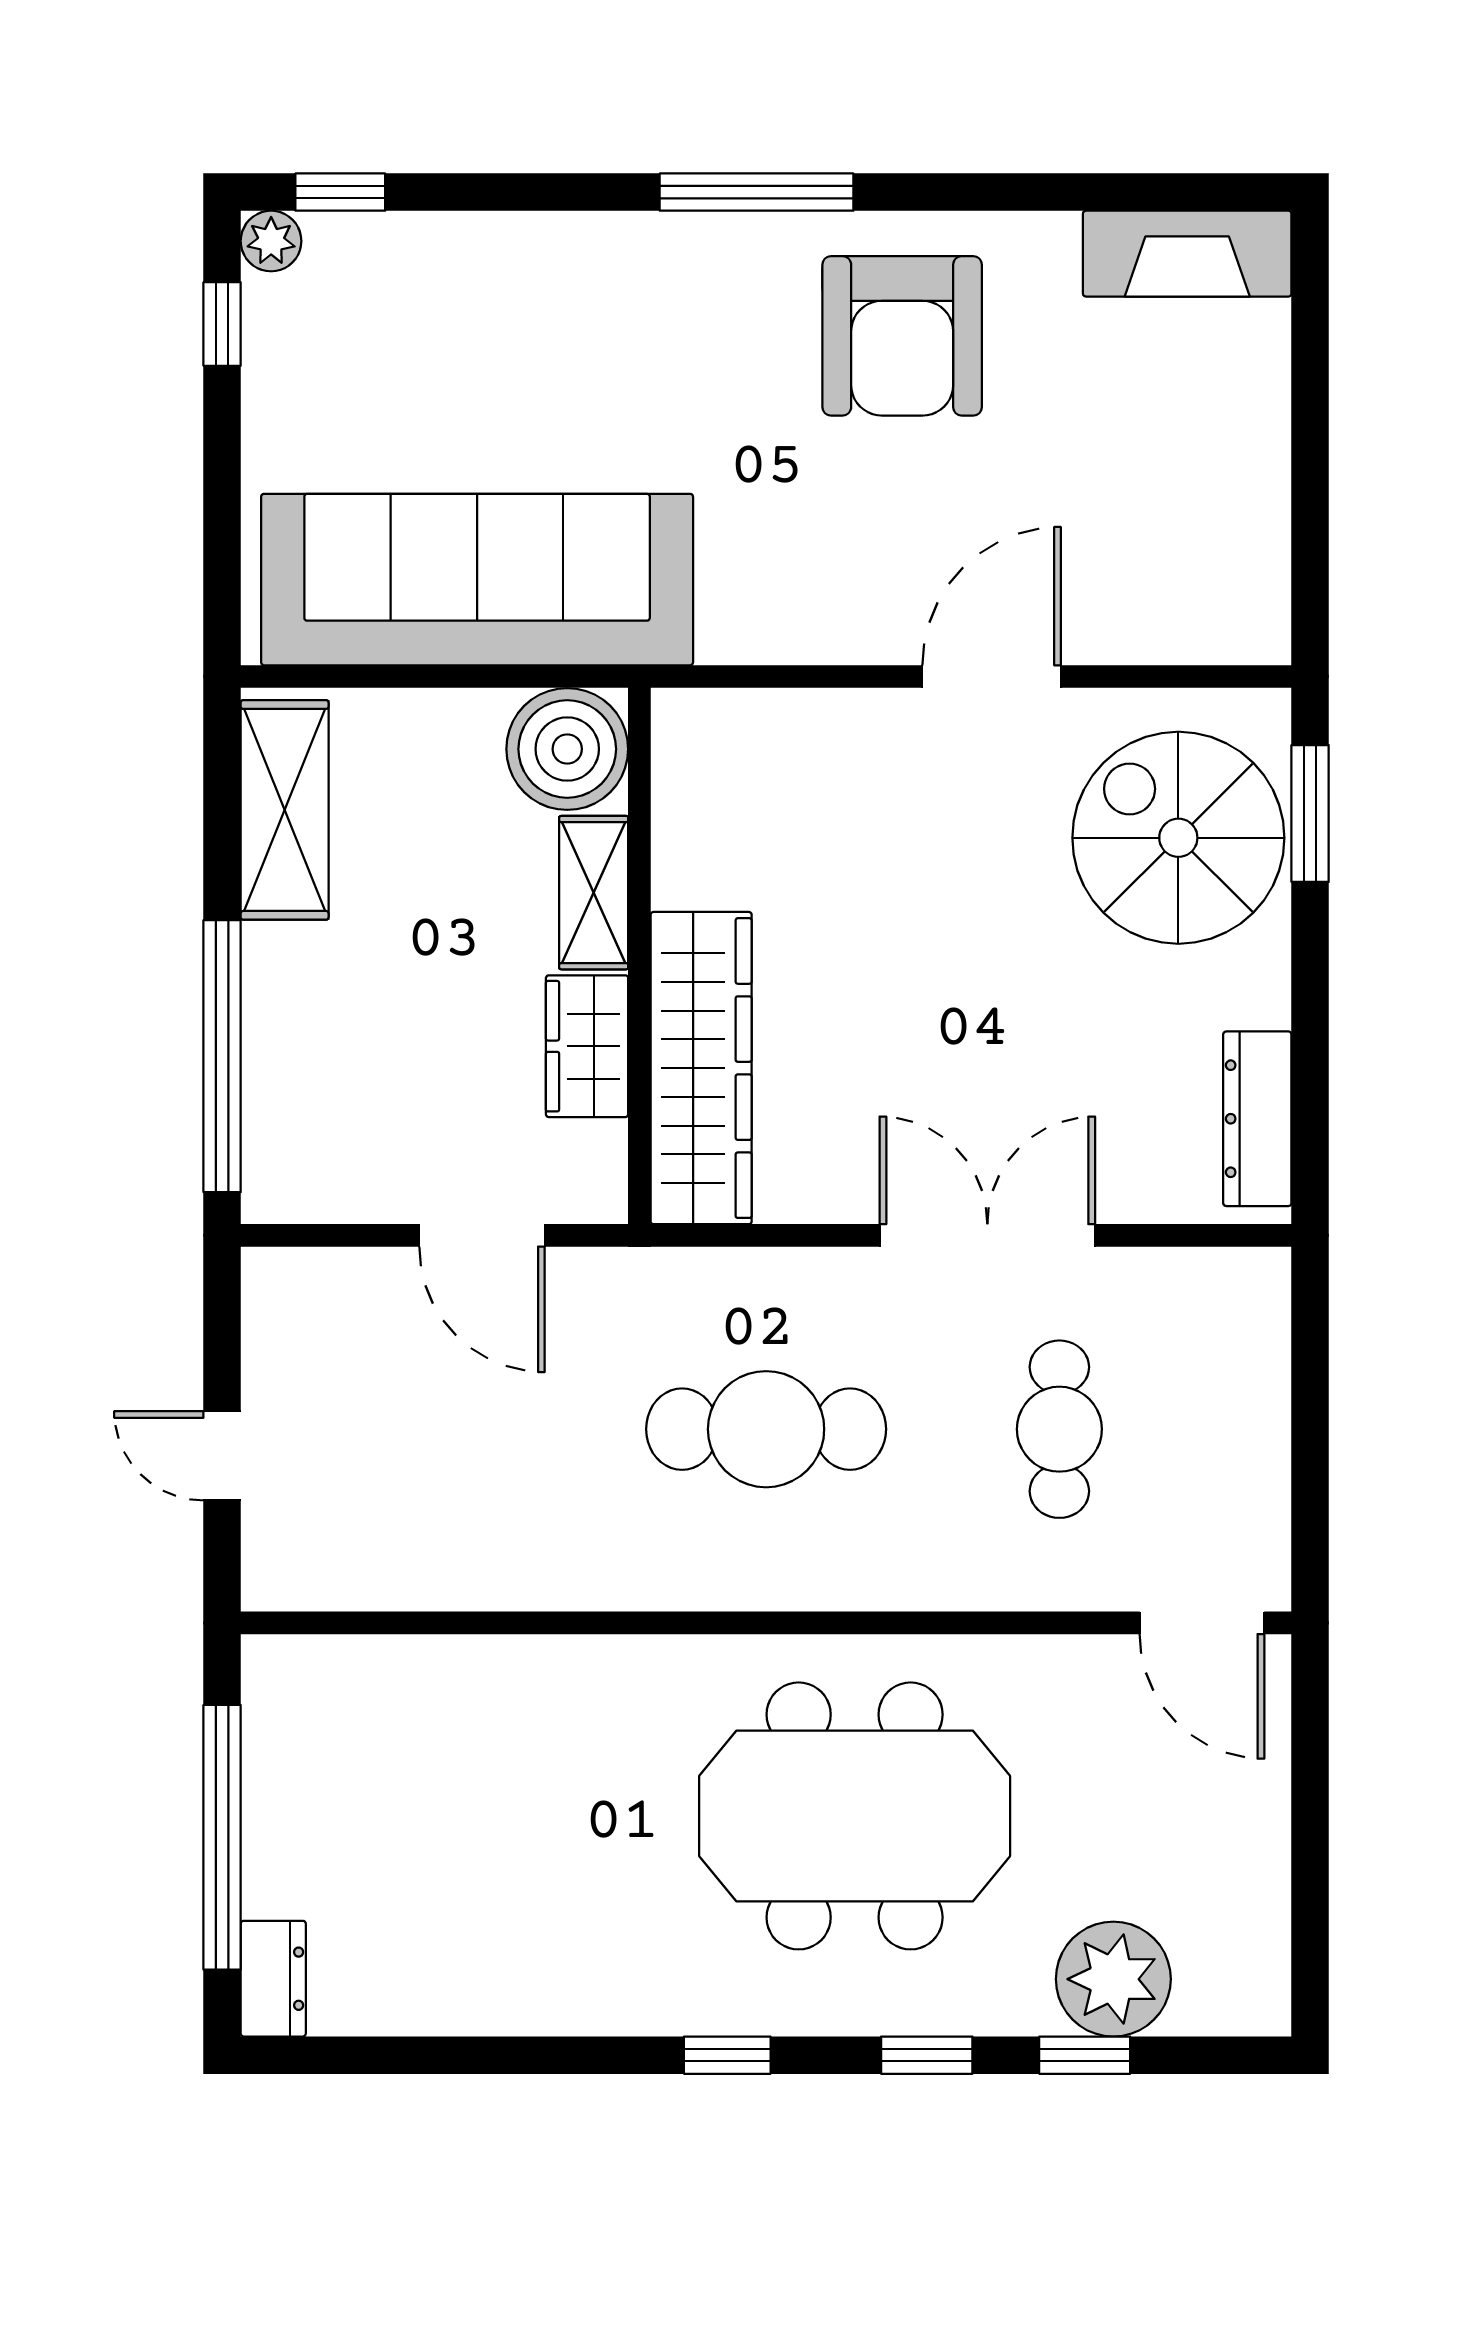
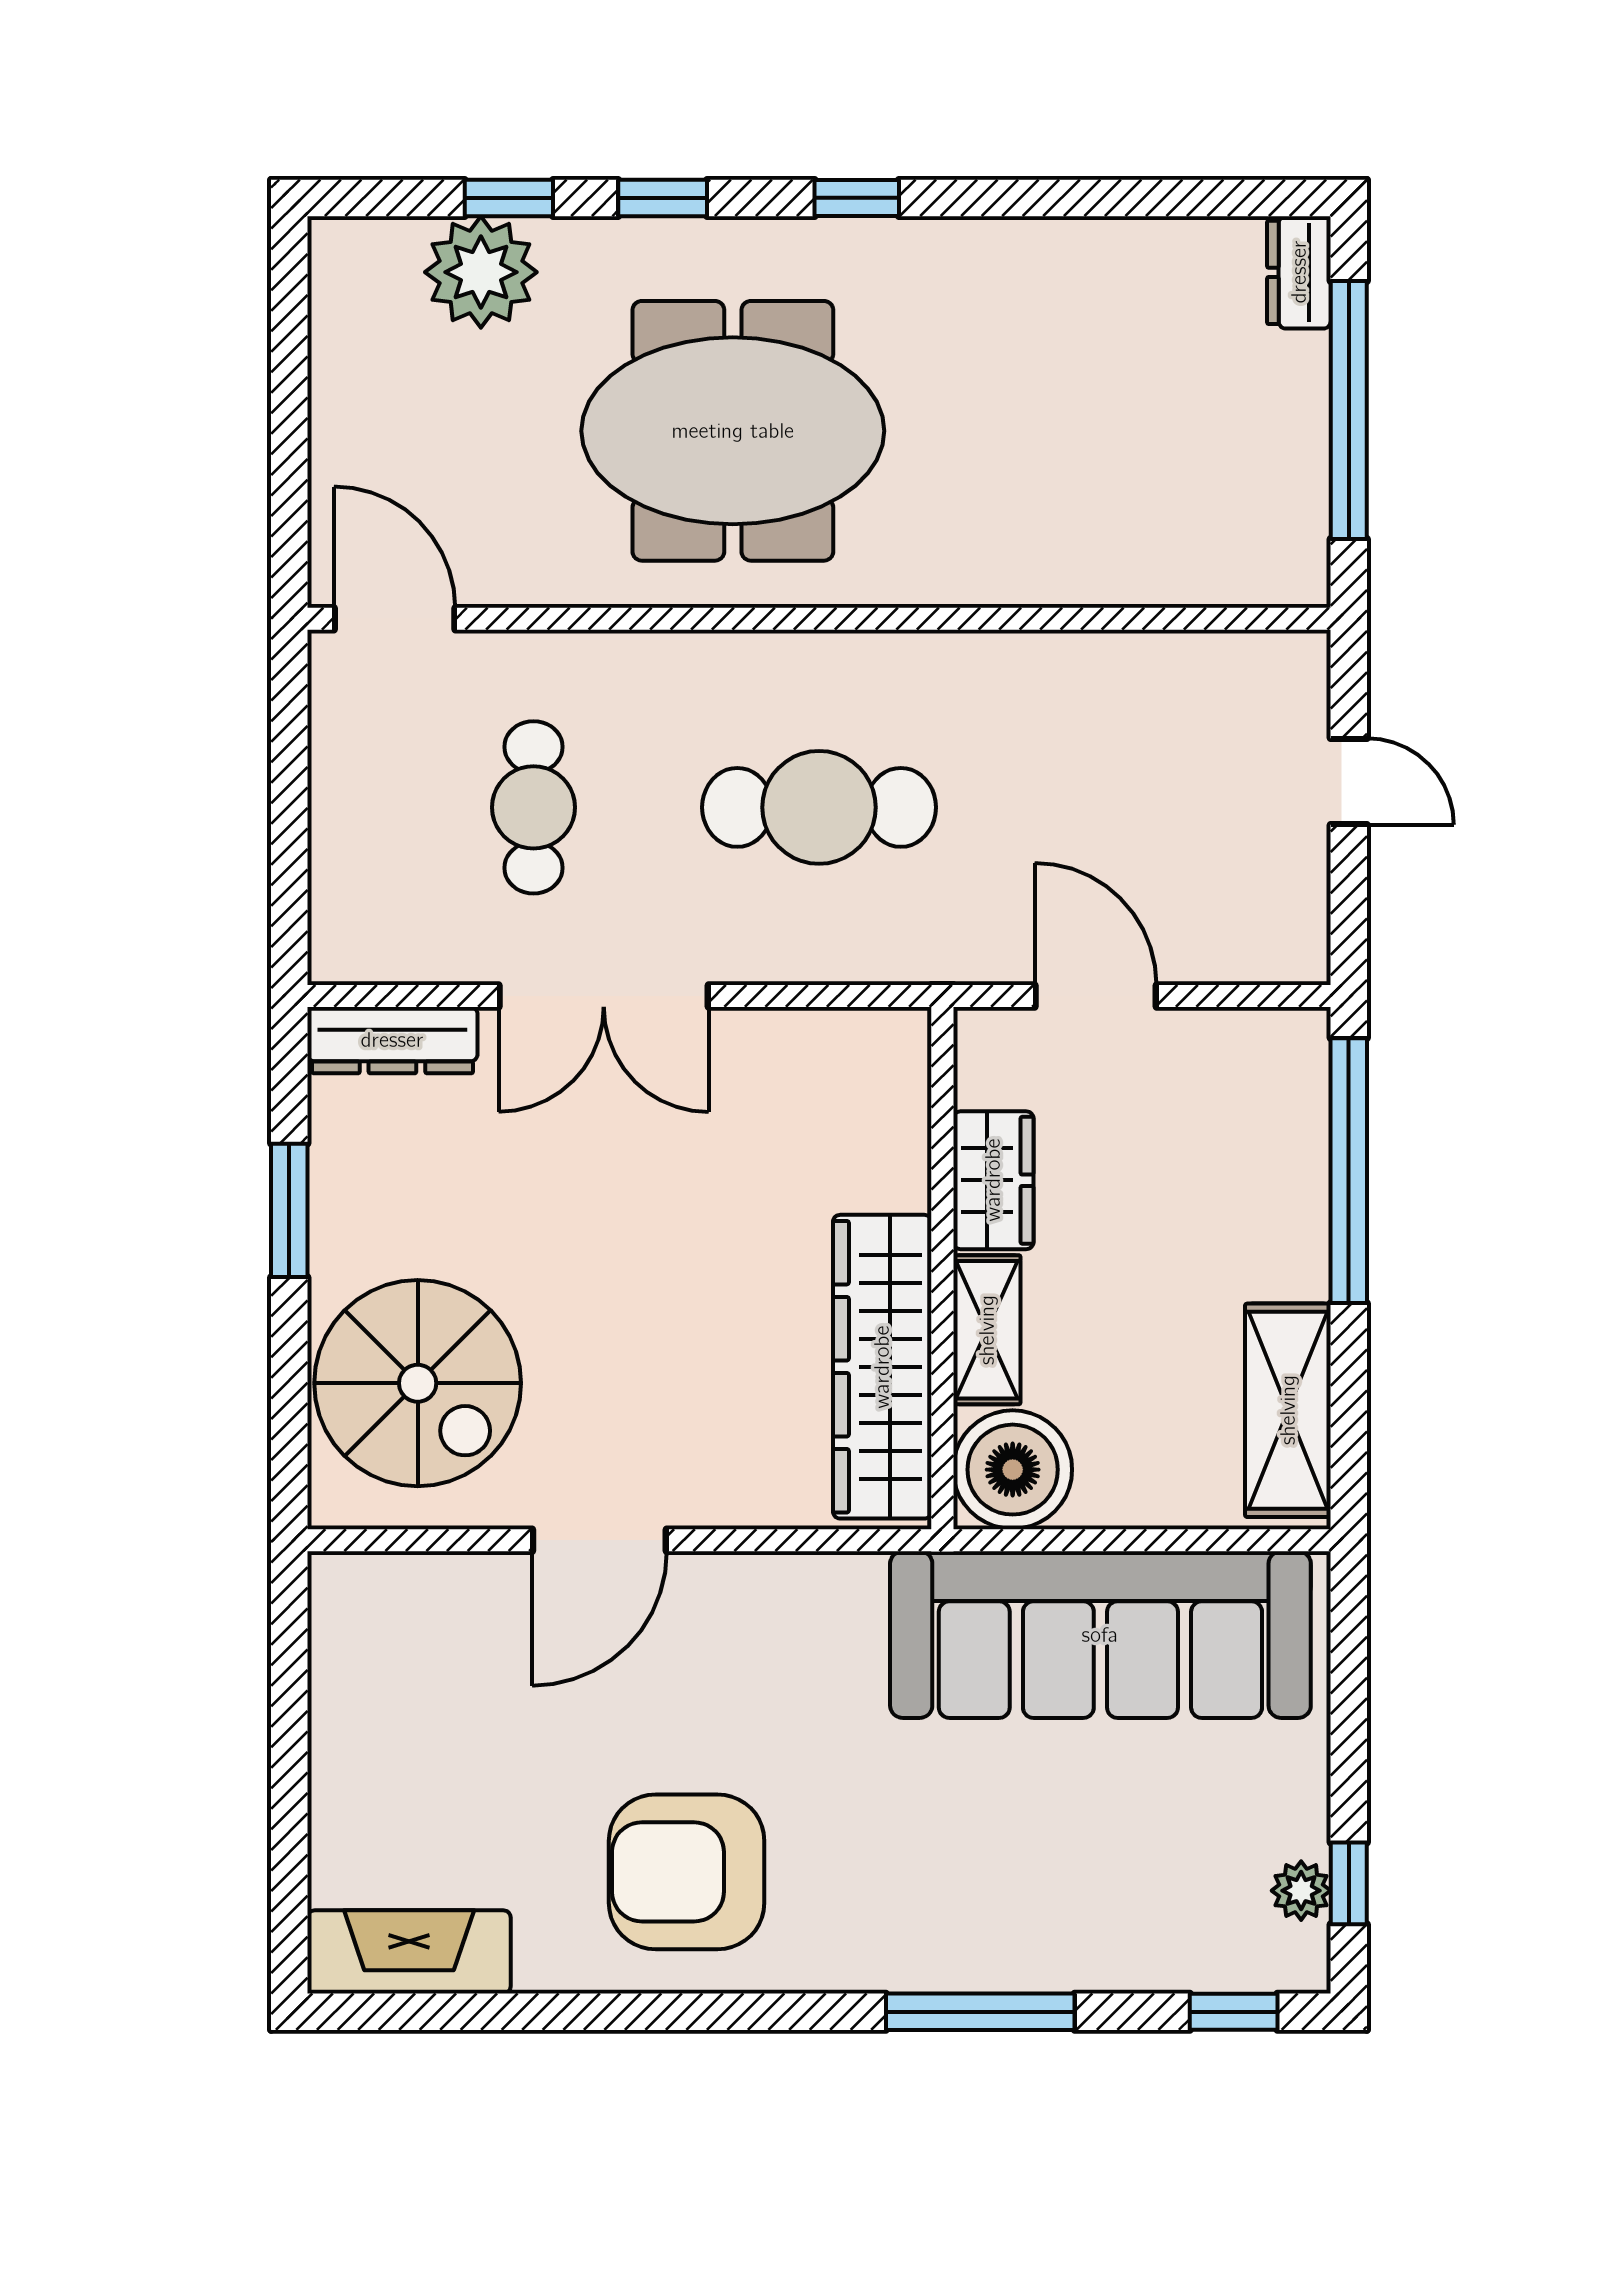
window: (757, 192) -> (980, 2012), moved
plant: (271, 241) -> (1301, 1891), moved
armchair: (902, 336) -> (687, 1872), turned -90
window: (1310, 814) -> (289, 1210), moved
wardrobe: (701, 1068) -> (882, 1367), moved
dresser: (1257, 1119) -> (392, 1040), moved, turned 90

